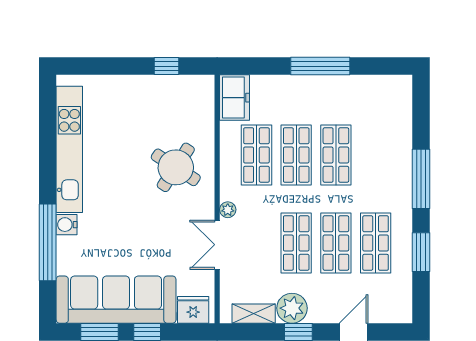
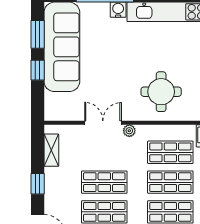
round table: (176, 167) -> (161, 92), turned -33
plant: (292, 308) -> (55, 179), removed
fridge: (193, 310) -> (54, 105), removed

